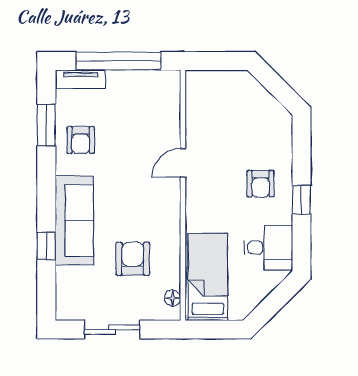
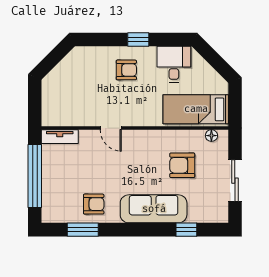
tv unit: (81, 79) -> (60, 137), moved, turned 90
window: (46, 246) -> (186, 230), moved

